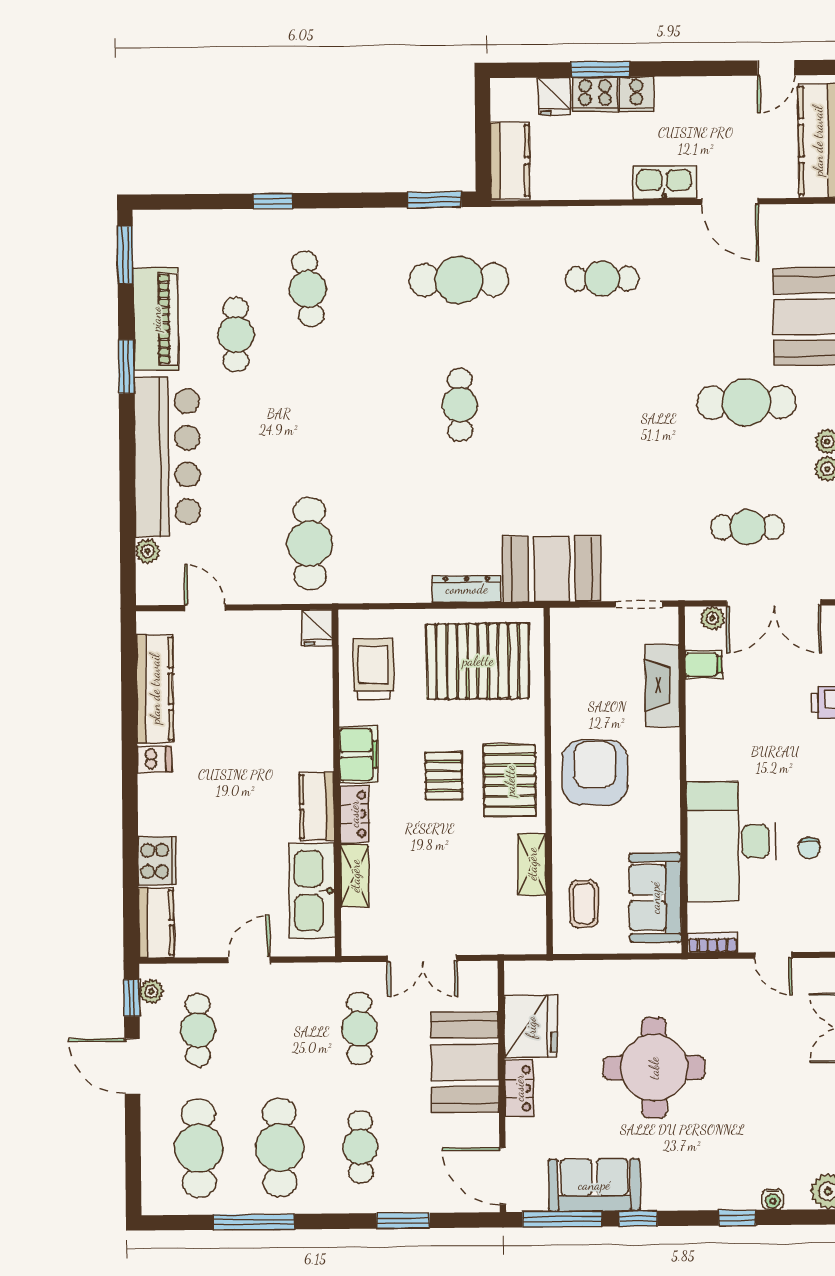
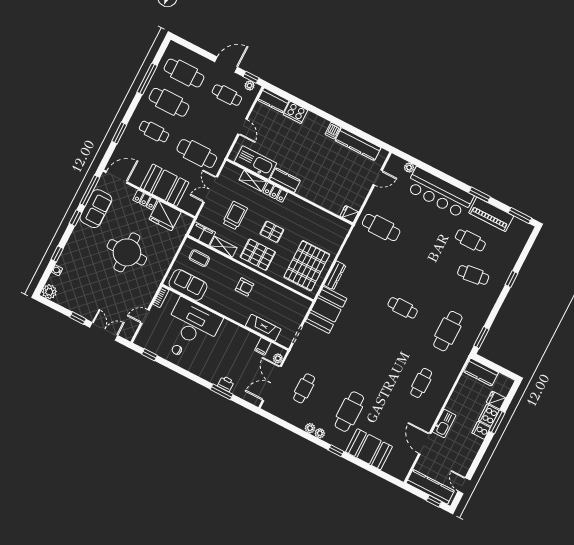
door: (730, 202) -> (425, 444), hinge flipped
trolley: (374, 669) -> (235, 215), moved, turned -90
filing cabinet: (358, 754) -> (202, 234), moved, turned 180
armchair: (595, 772) -> (245, 287), width x0.53, depth x0.53
cafe table: (359, 1029) -> (197, 154), width x1.37, depth x1.35

